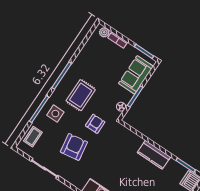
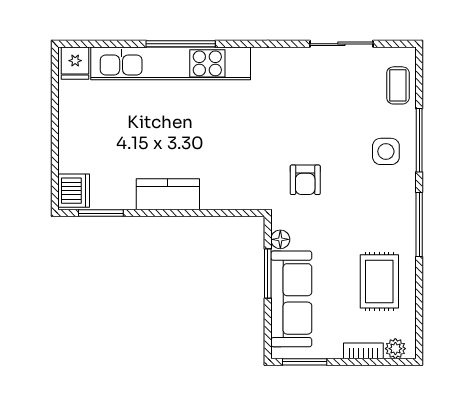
sofa: (136, 75) -> (291, 299), width x1.36
rug: (81, 95) -> (379, 281), moved
armchair: (74, 147) -> (315, 115), removed

